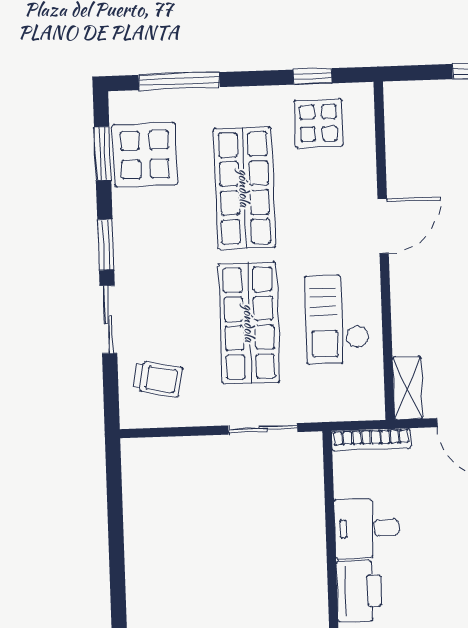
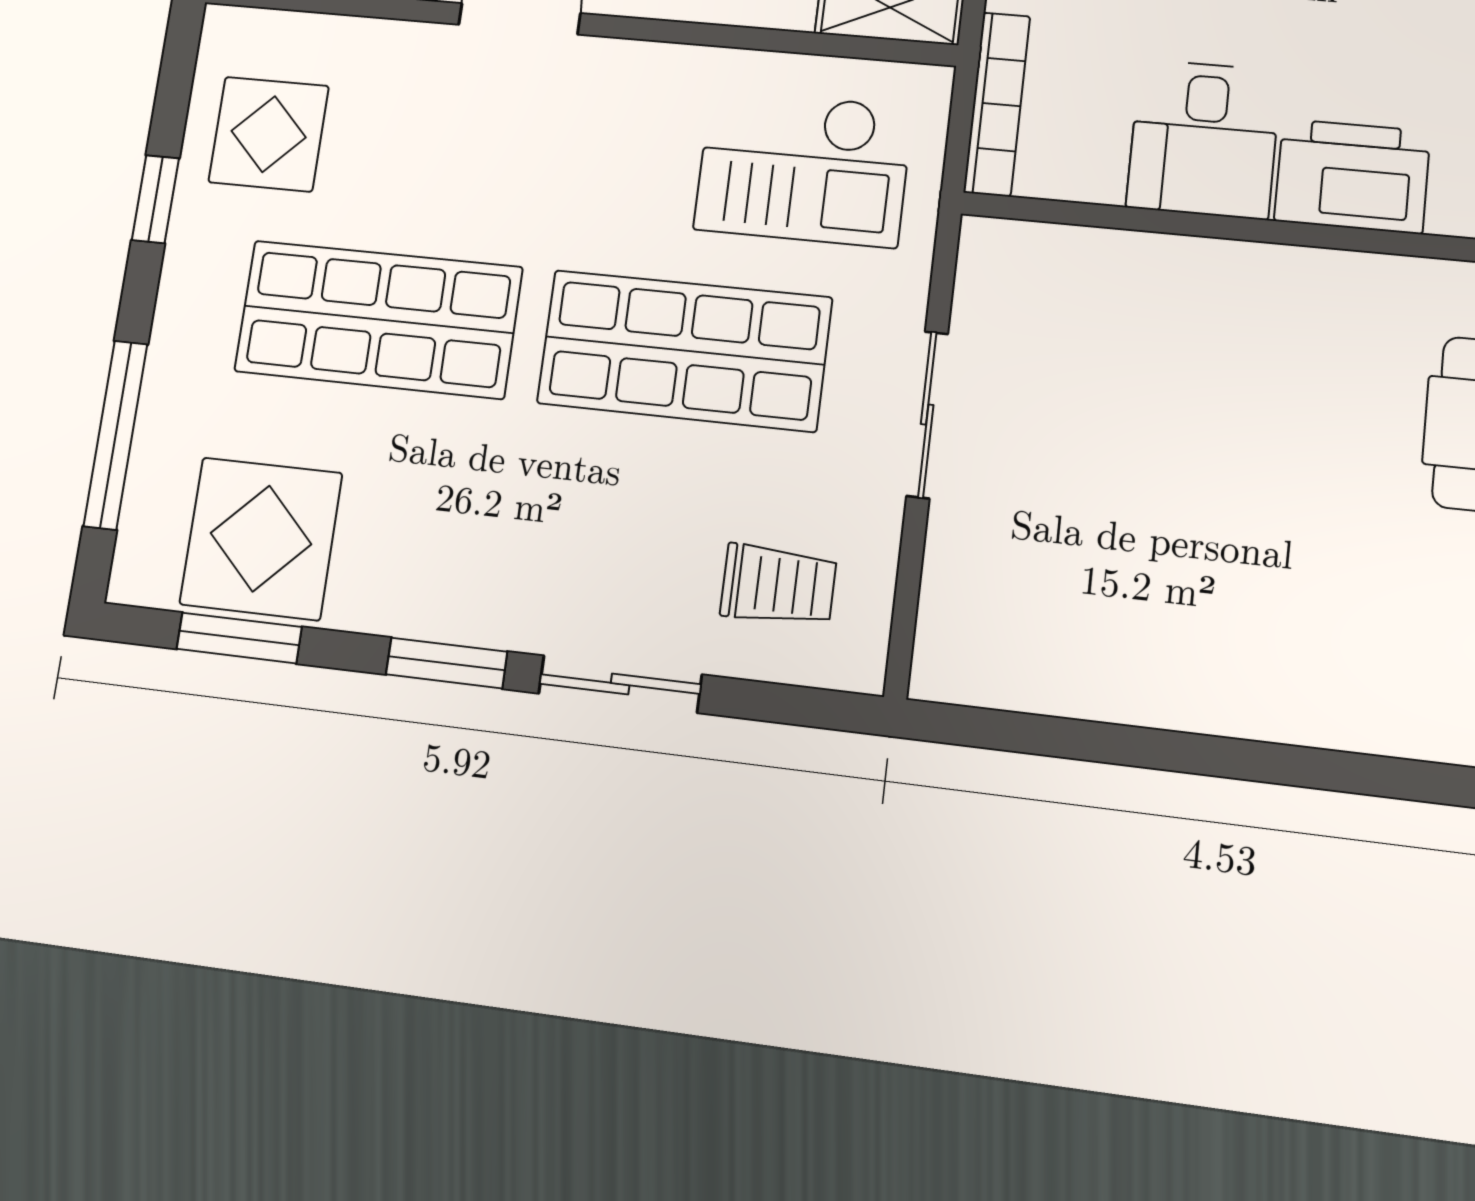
window: (313, 76) -> (155, 199), moved
checkout: (337, 319) -> (803, 168), moved
trolley: (158, 379) -> (778, 585), turned 79
sliding door: (263, 429) -> (927, 415), moved

